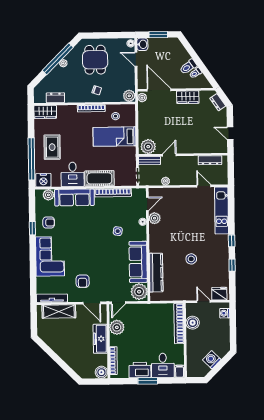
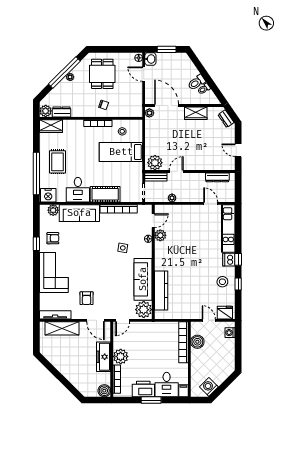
plant: (129, 96) -> (46, 111), moved
dishwasher: (223, 241) -> (229, 260), added
stool: (191, 259) -> (222, 282), moved
plant: (117, 327) -> (121, 356), moved
washing machine: (212, 360) -> (209, 387), moved

